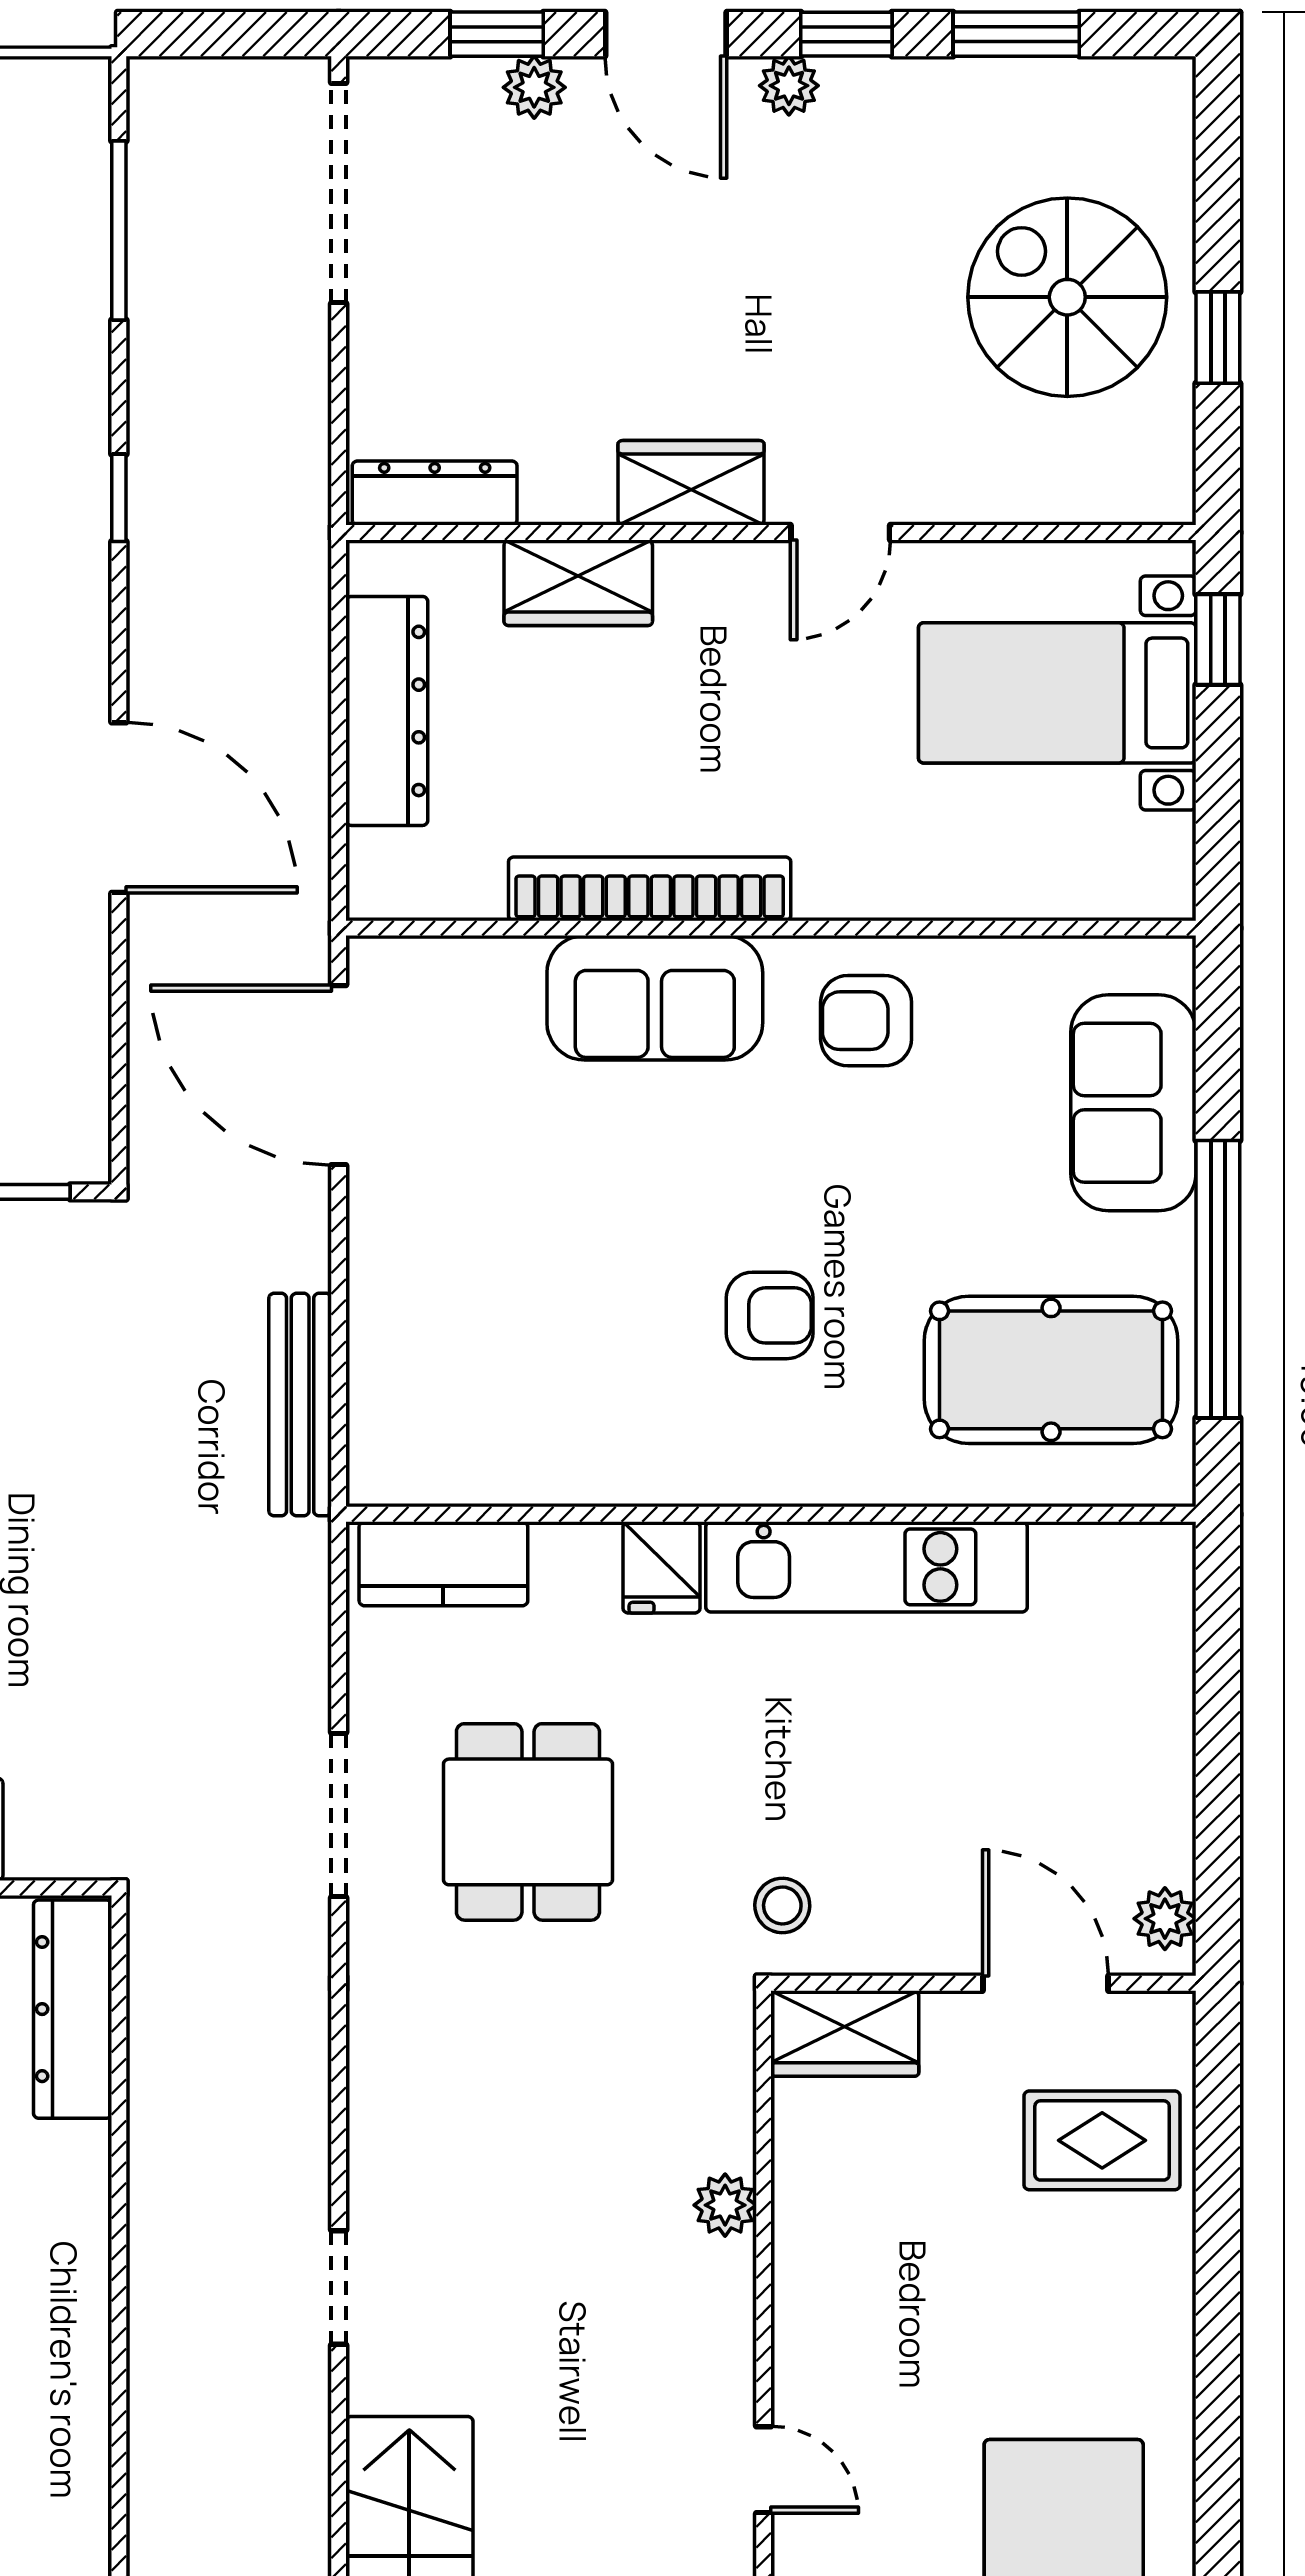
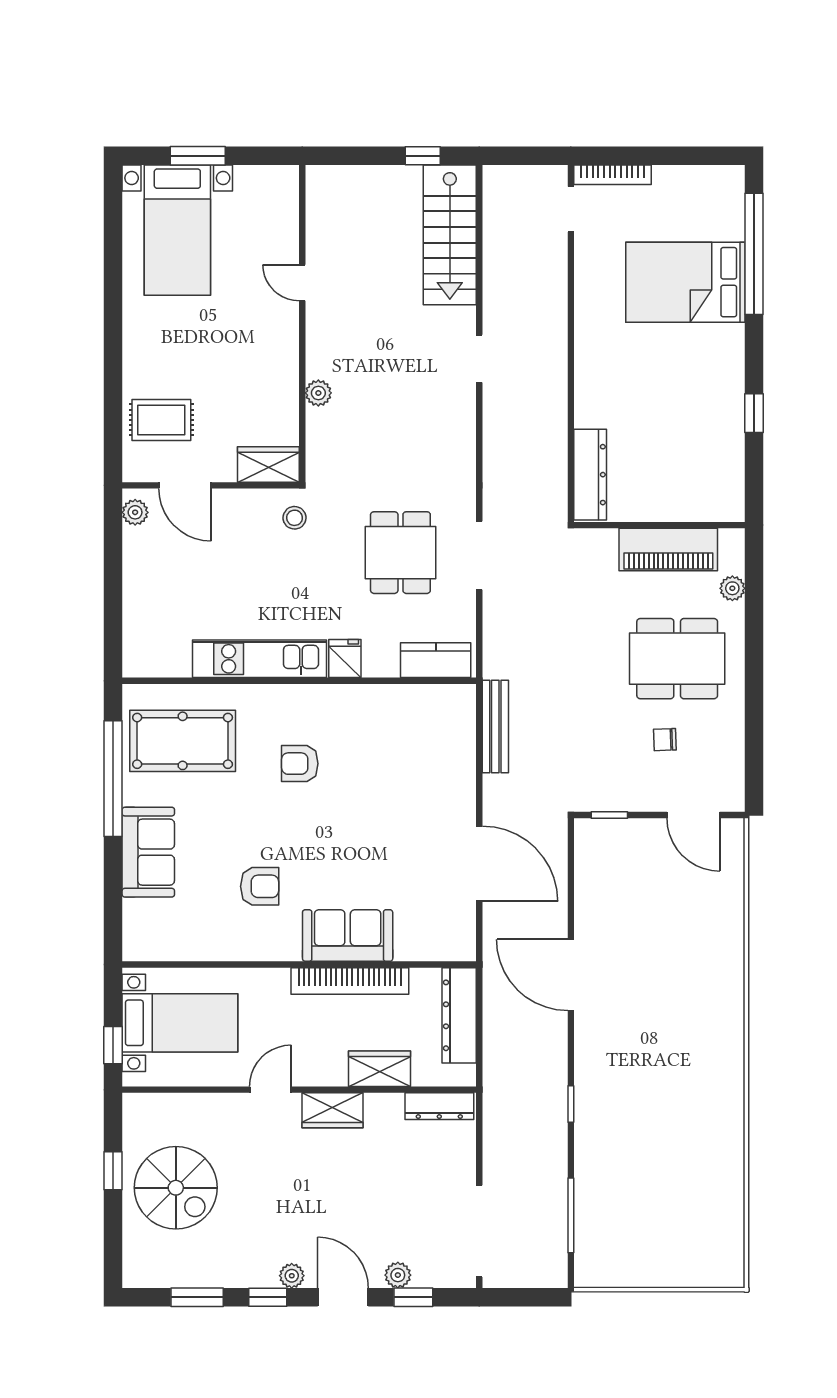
bookcase: (650, 889) -> (350, 981), moved
wall: (771, 928) -> (299, 965), moved
sofa: (655, 998) -> (348, 936), moved

